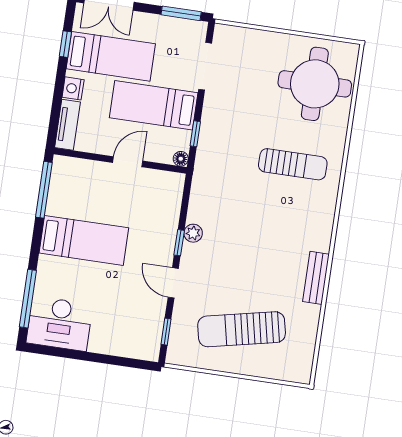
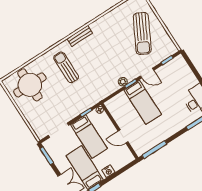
tv unit: (67, 125) -> (123, 162), removed
door: (128, 162) -> (123, 137), moved
bed: (84, 240) -> (143, 102), moved, turned 180
bench: (316, 278) -> (80, 36), moved
door: (173, 283) -> (147, 73), hinge flipped
sun lounger: (242, 329) -> (142, 34), turned 40

